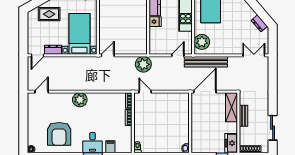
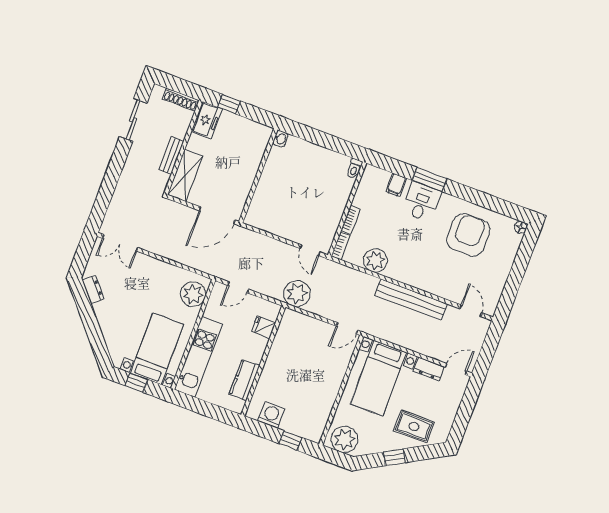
fridge: (155, 22) -> (264, 327), moved
bench: (206, 62) -> (411, 299), moved
door: (42, 92) -> (471, 311), swing flipped
plant: (80, 100) -> (375, 260), moved

